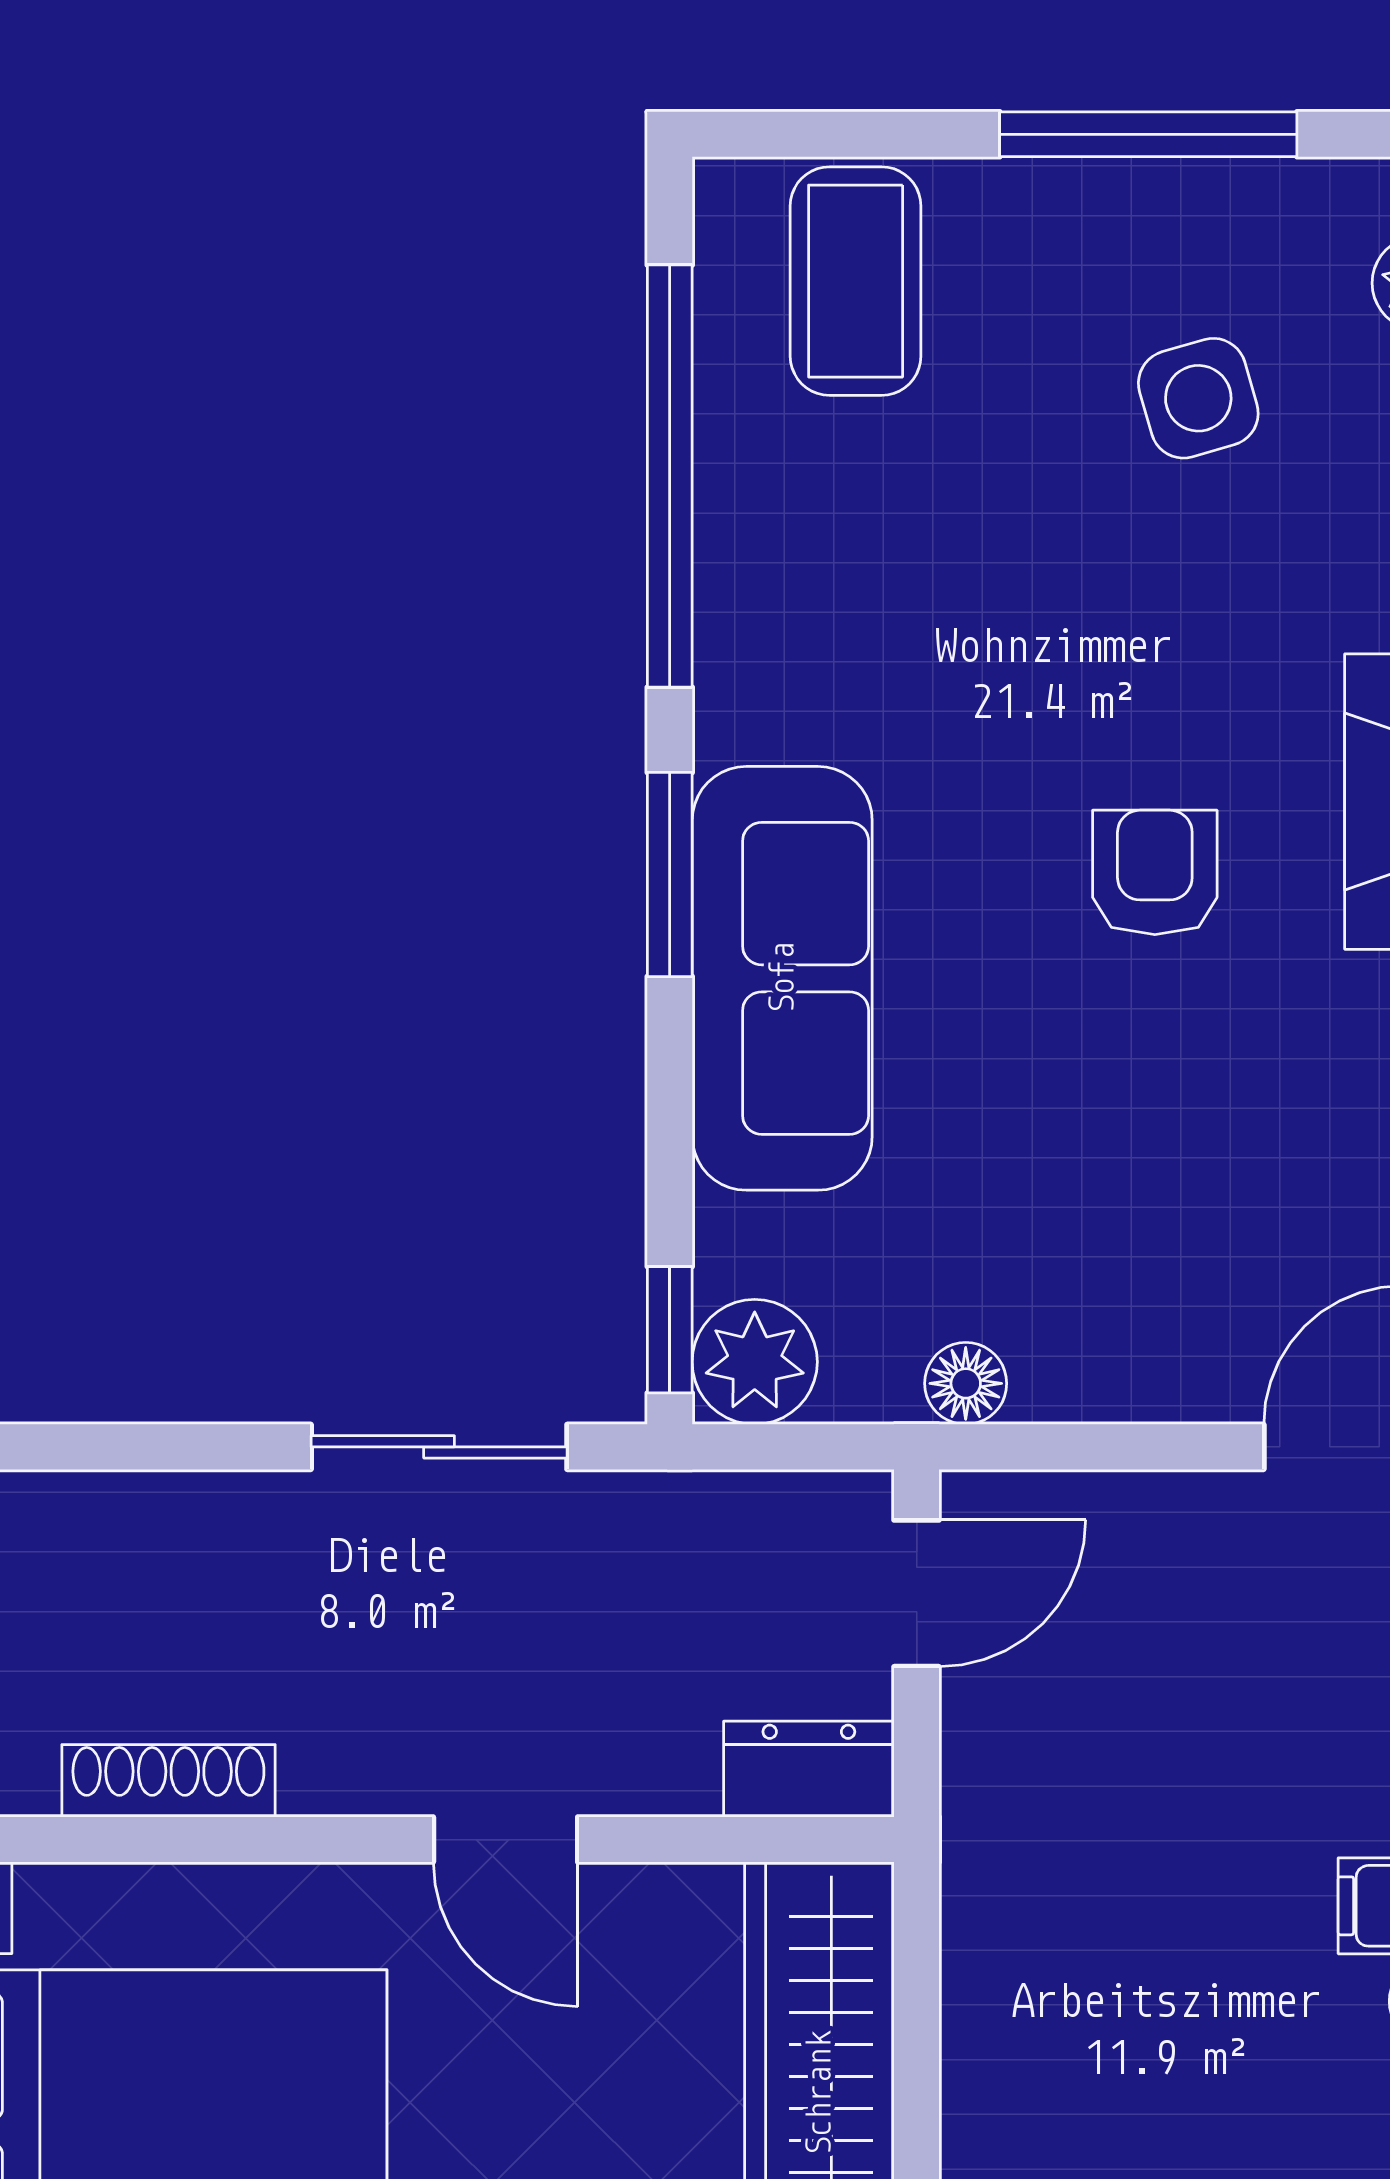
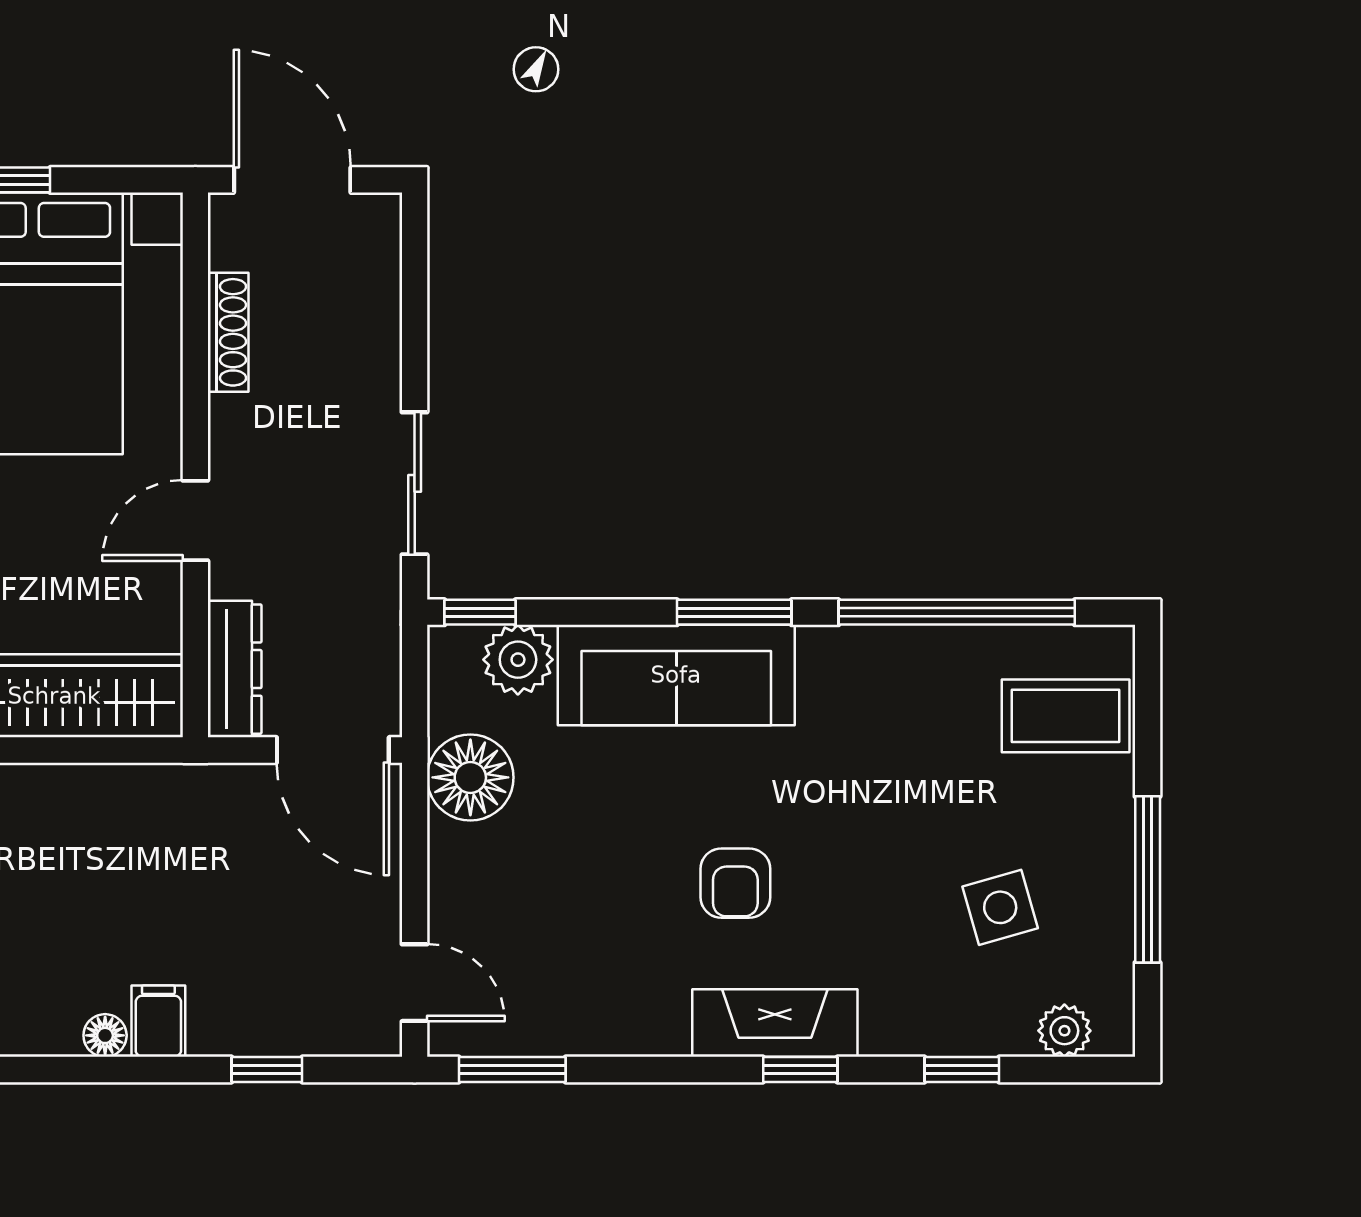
armchair: (1155, 872) -> (735, 883), turned 90
plant: (755, 1362) -> (518, 660), moved
floor lamp: (966, 1383) -> (470, 777), width x1.89, depth x1.89
door: (917, 1593) -> (333, 750), width x1.38
dresser: (809, 1769) -> (235, 669), width x1.44

